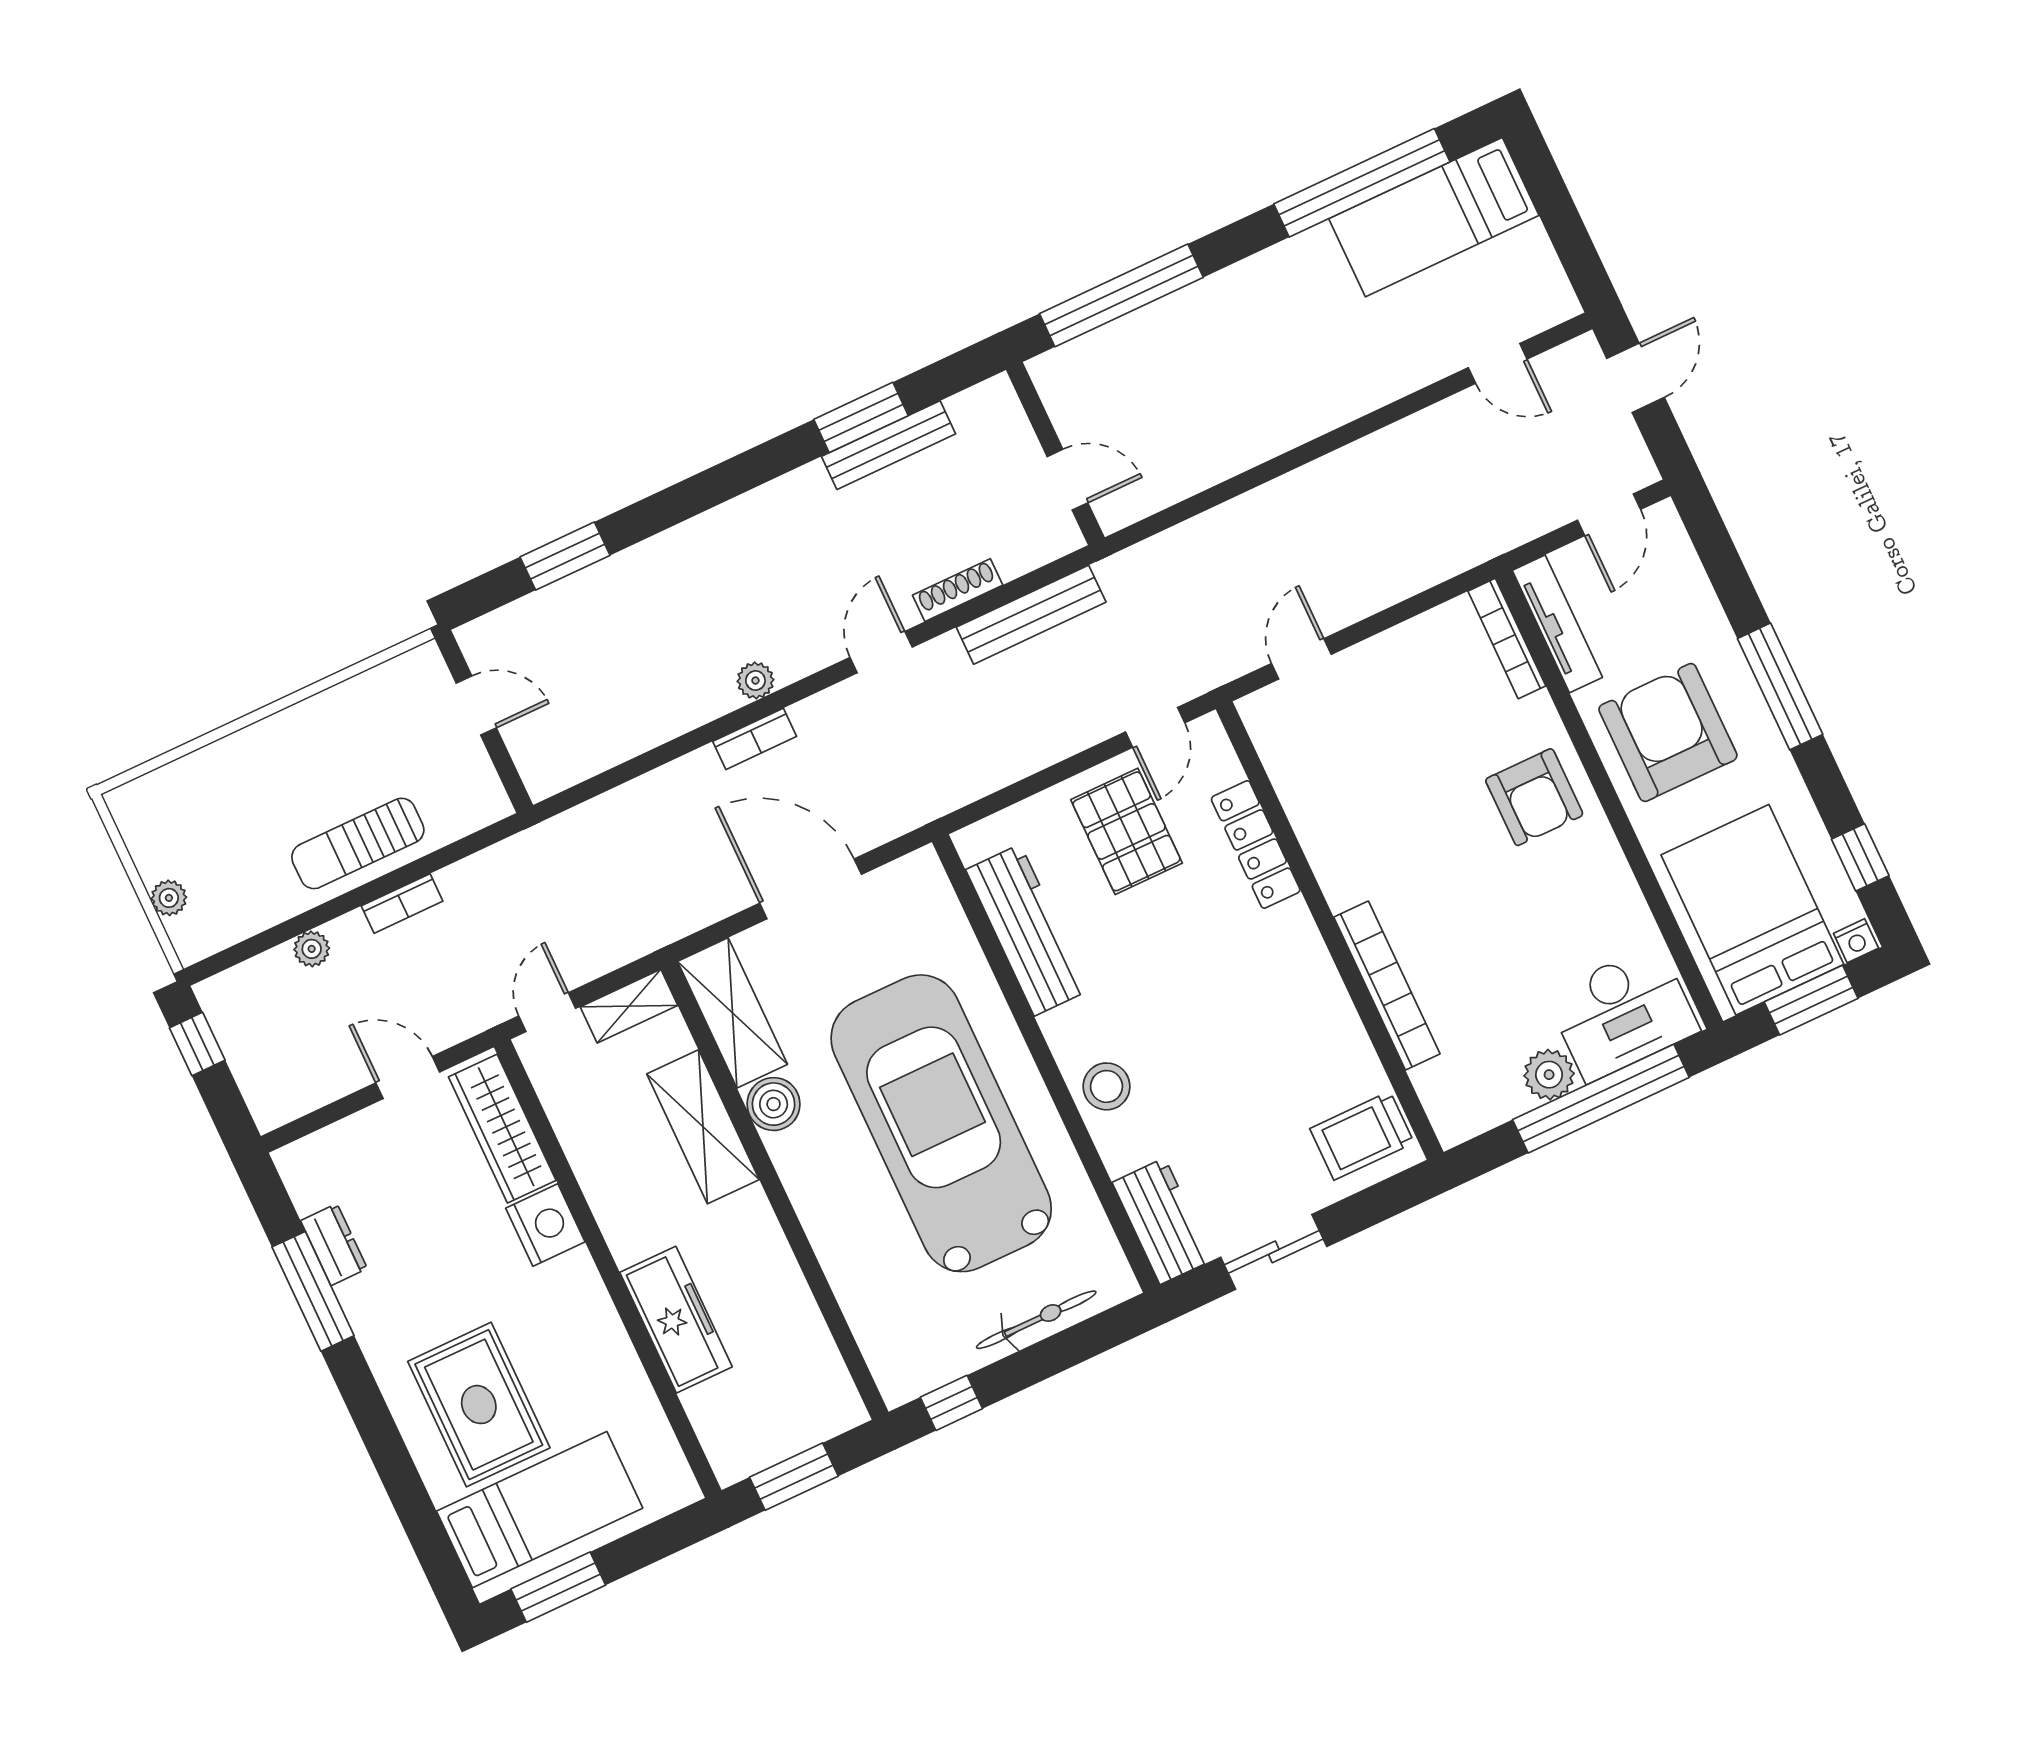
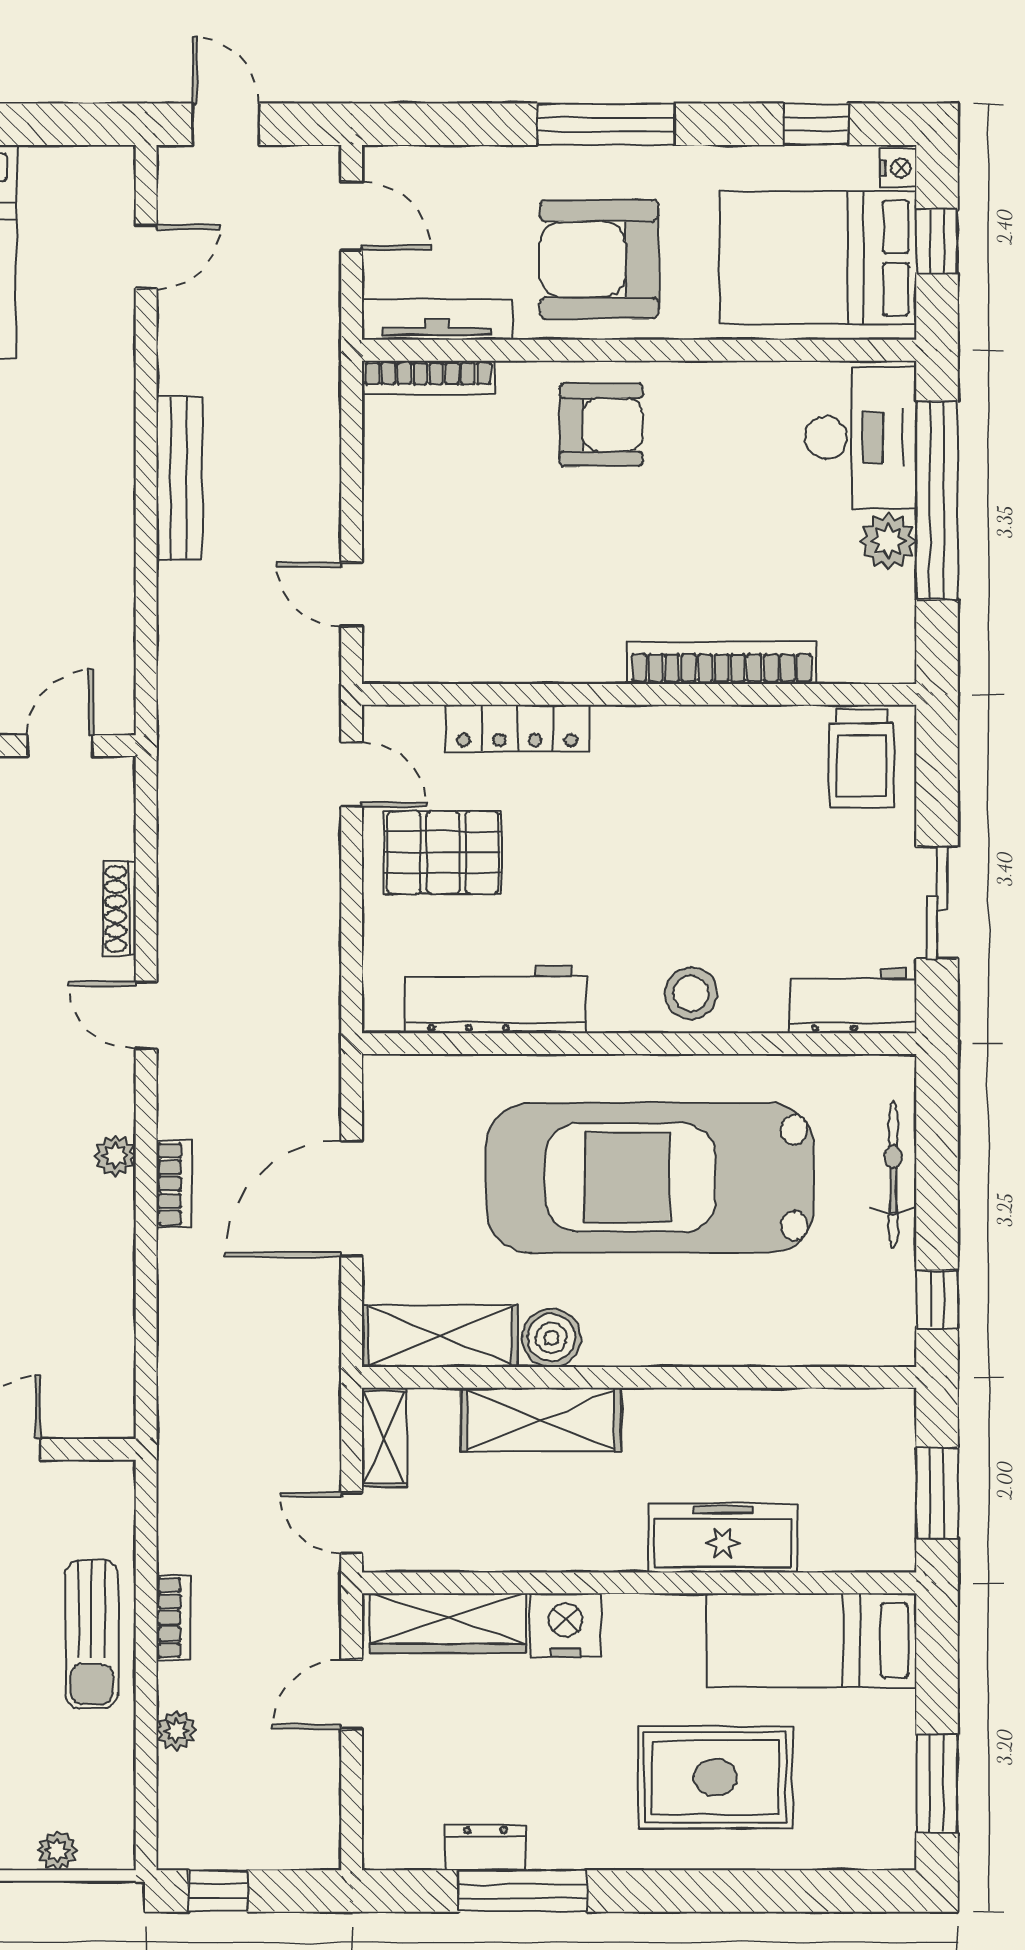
bench: (1031, 615) -> (179, 478), moved
window: (1811, 1000) -> (937, 241), width x0.67
bed: (540, 1510) -> (812, 1640), moved, turned -90

